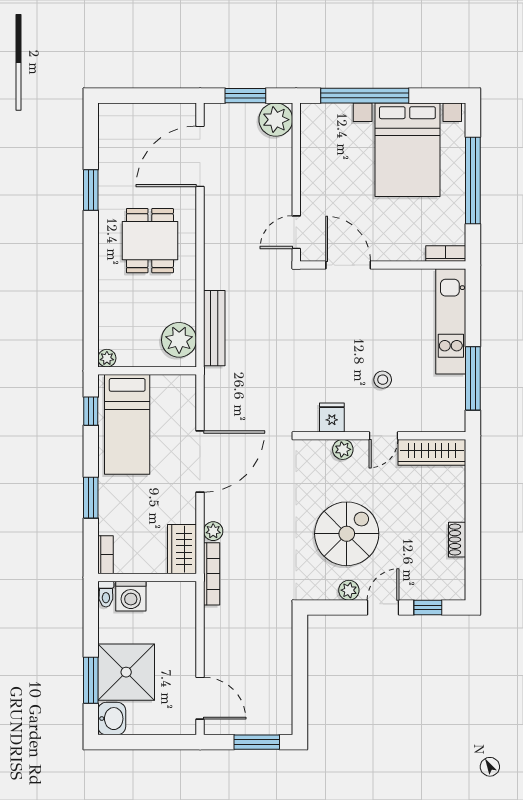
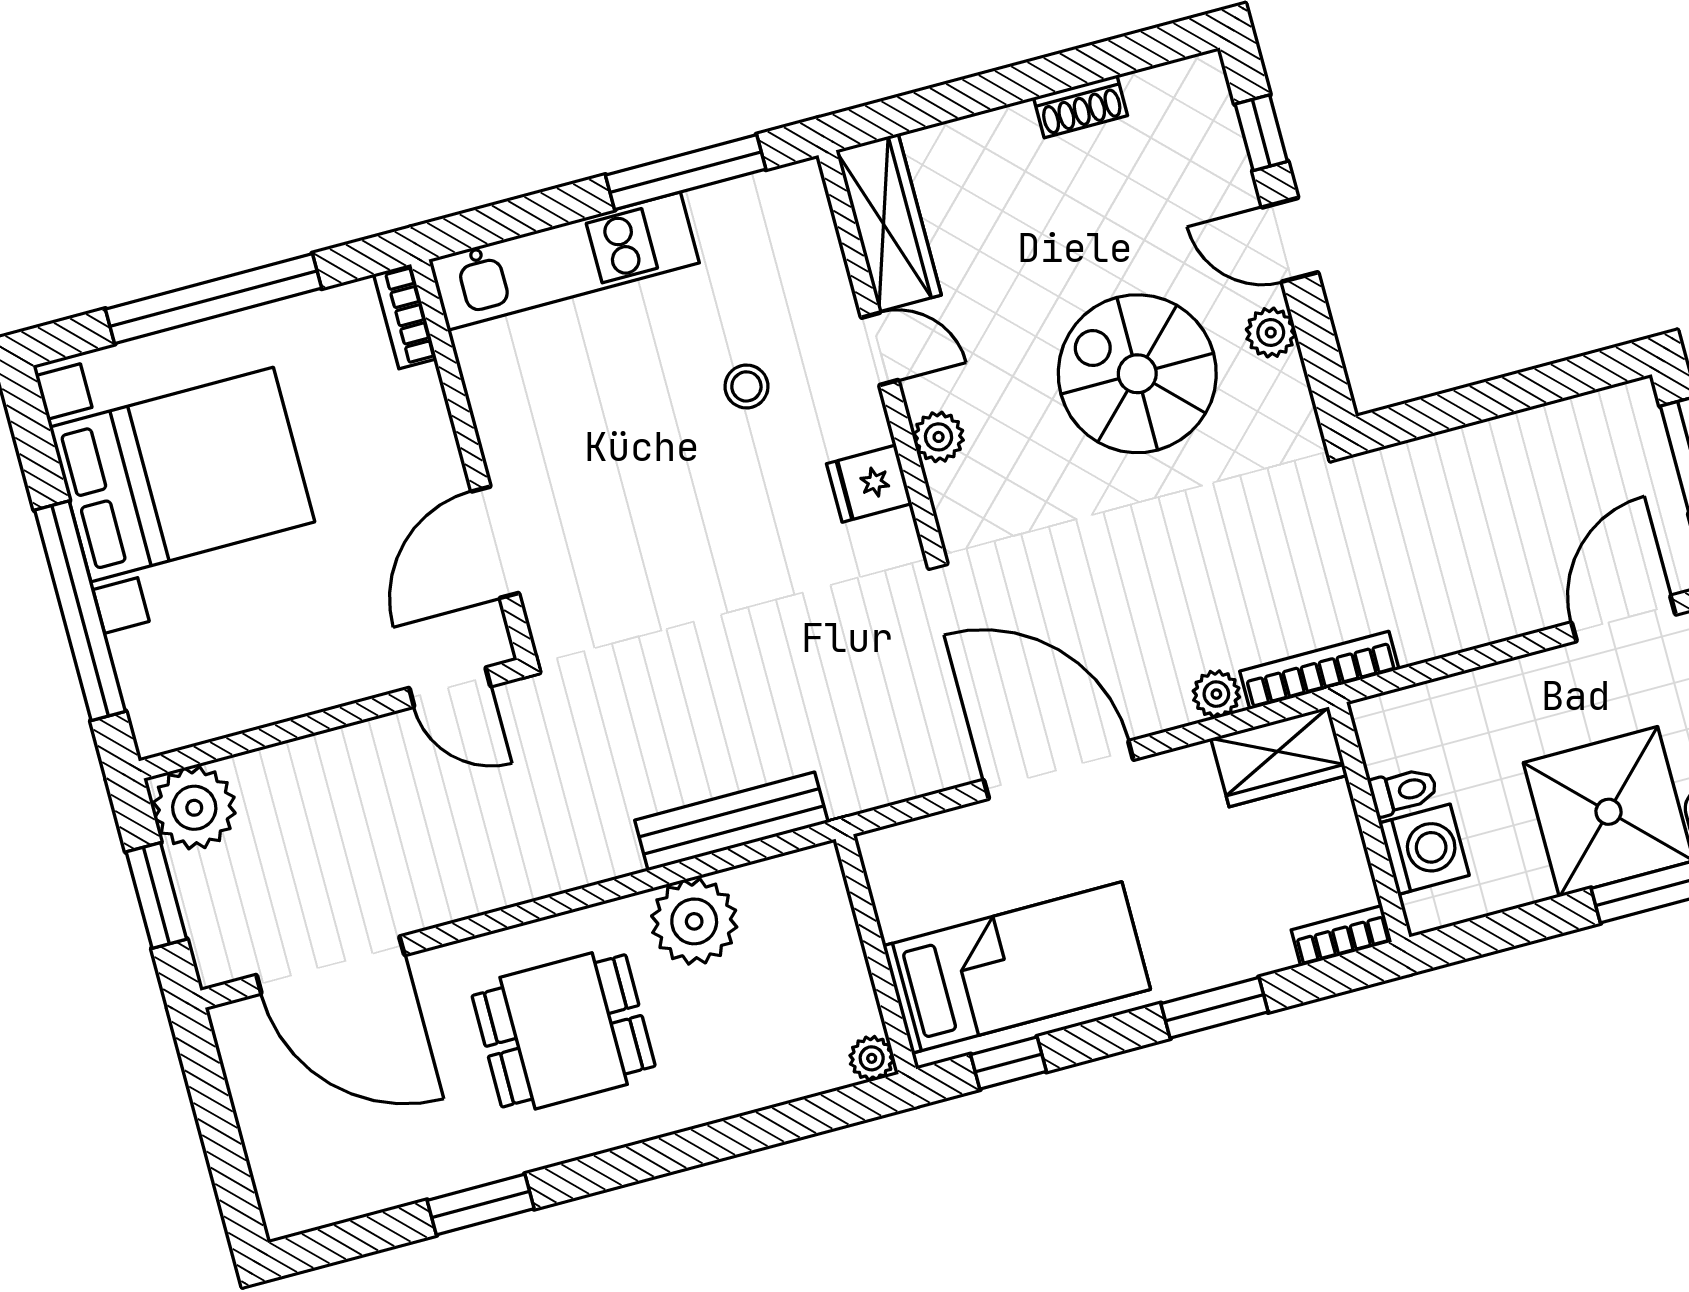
plant: (179, 340) -> (694, 921), moved
toilet: (106, 594) -> (1403, 791), moved

